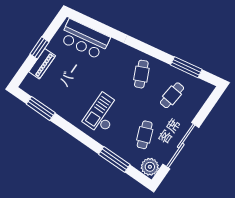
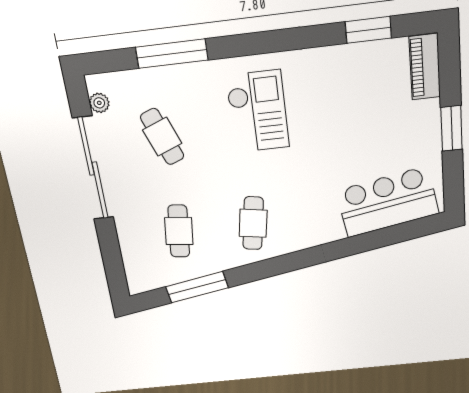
piano: (42, 64) -> (425, 67), moved
cafe table: (141, 74) -> (253, 223), turned 33
window: (41, 108) -> (368, 30), width x0.69
plant: (150, 167) -> (99, 103), width x0.53, depth x0.53

